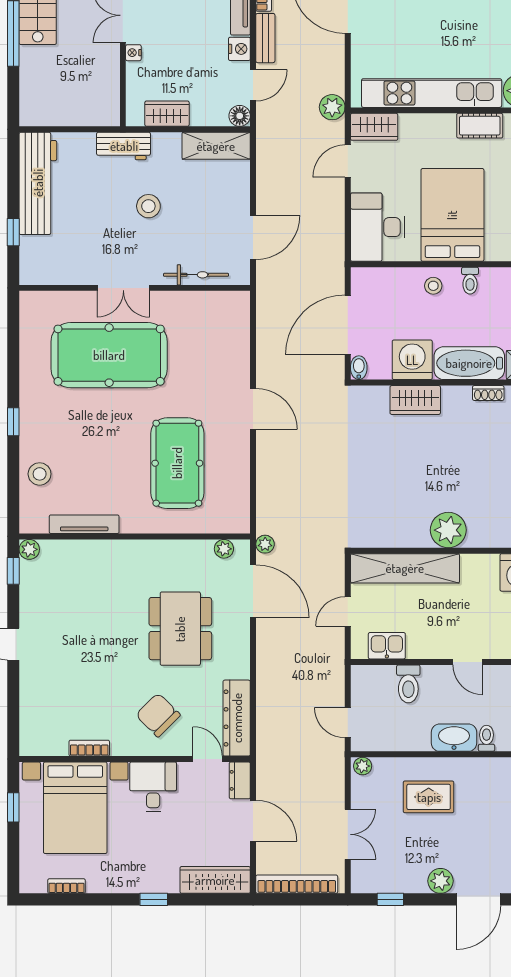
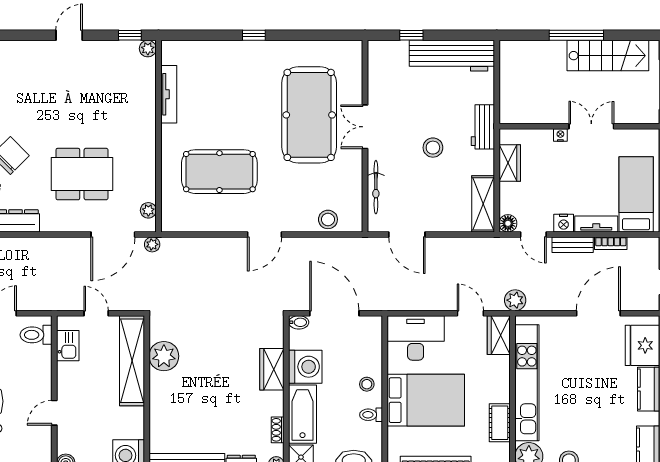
stool: (40, 474) -> (328, 219), moved
plant: (448, 530) -> (164, 356), moved
toilet: (408, 684) -> (36, 335), moved

